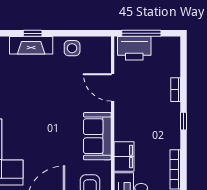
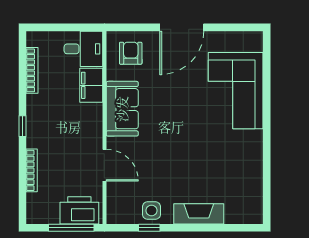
window: (33, 33) -> (149, 228), moved
bookcase: (176, 90) -> (32, 170), width x1.56

